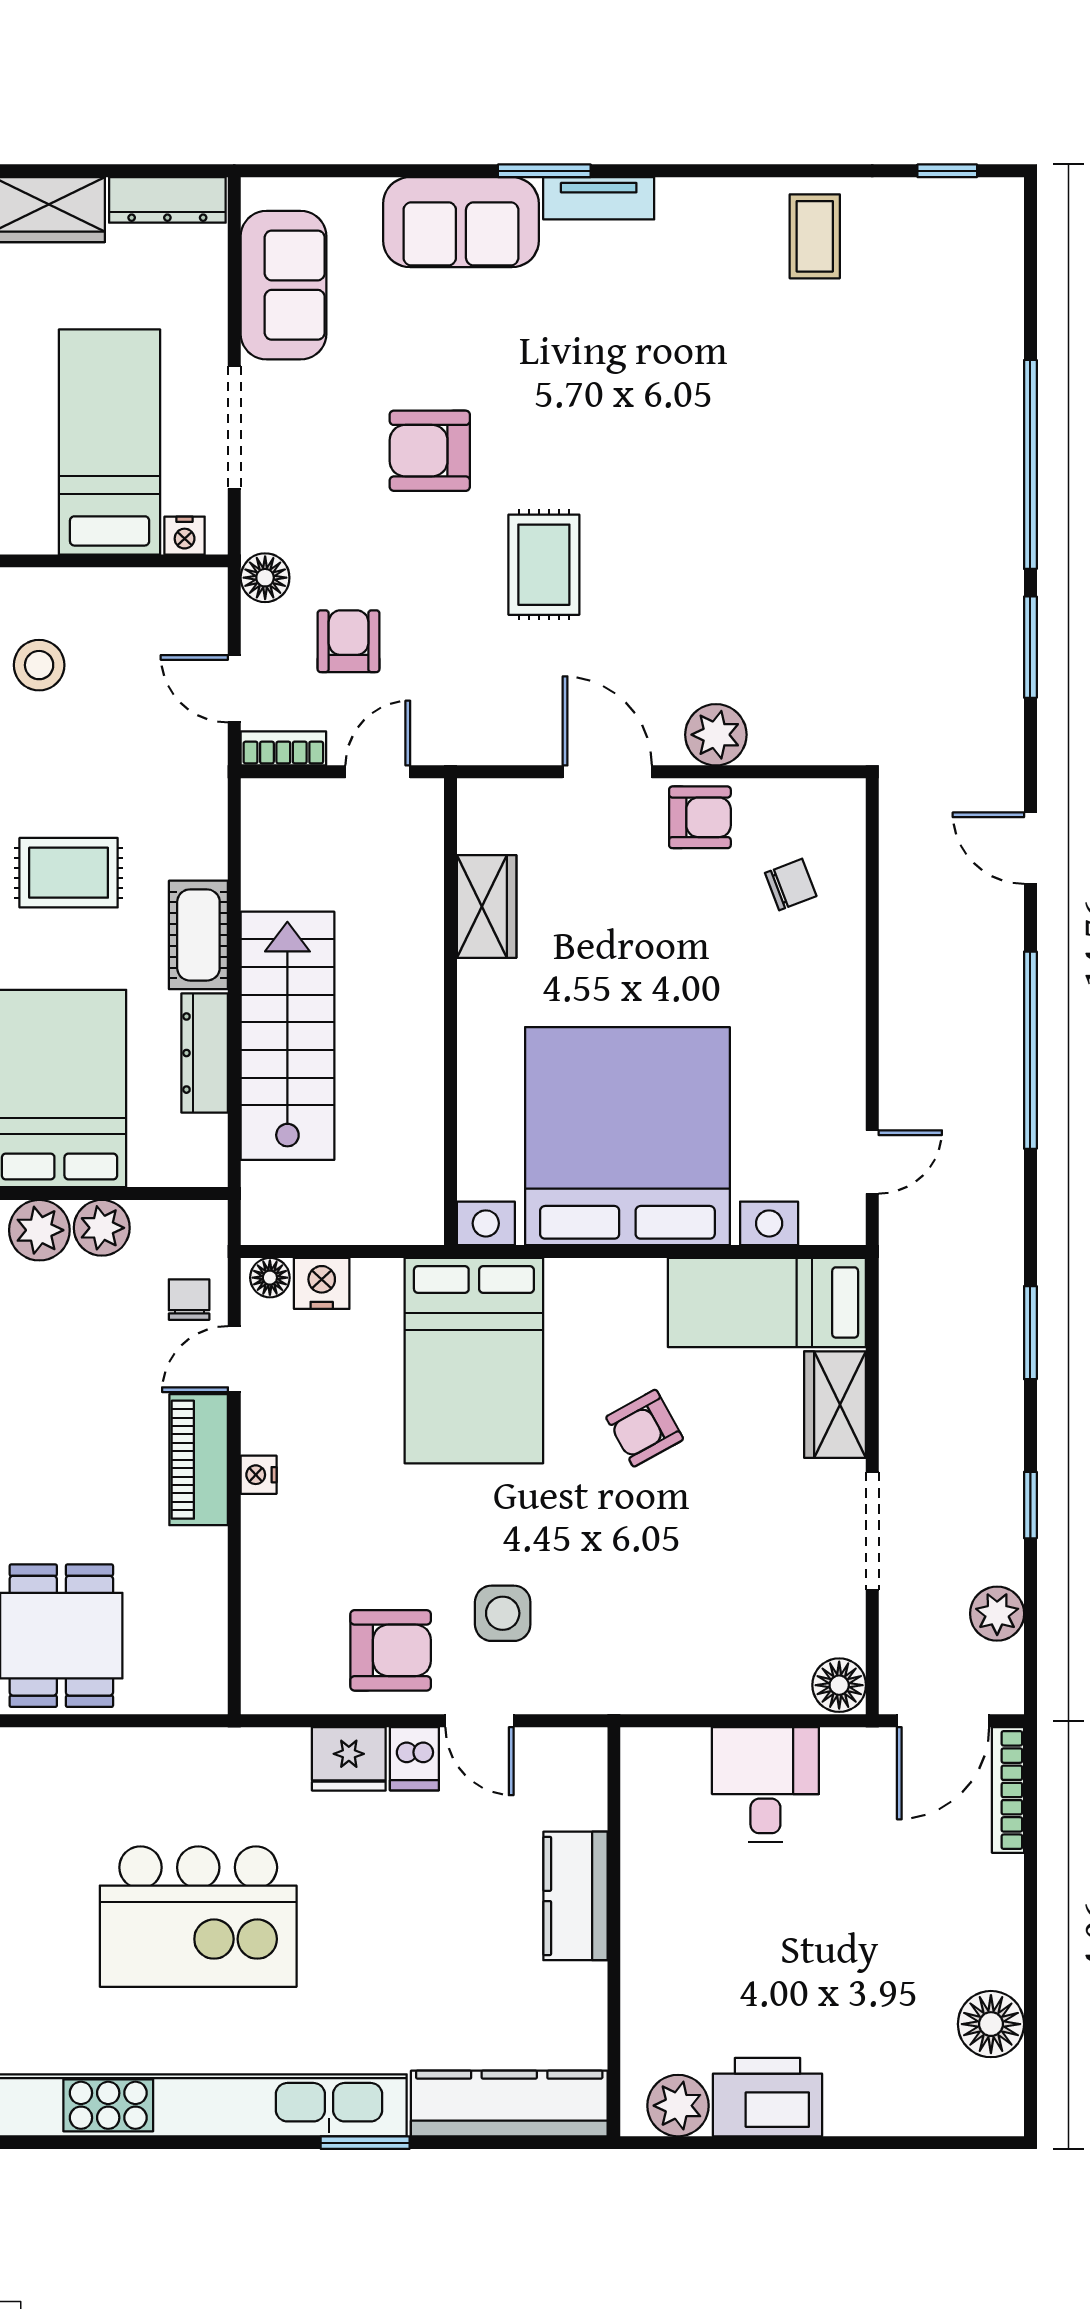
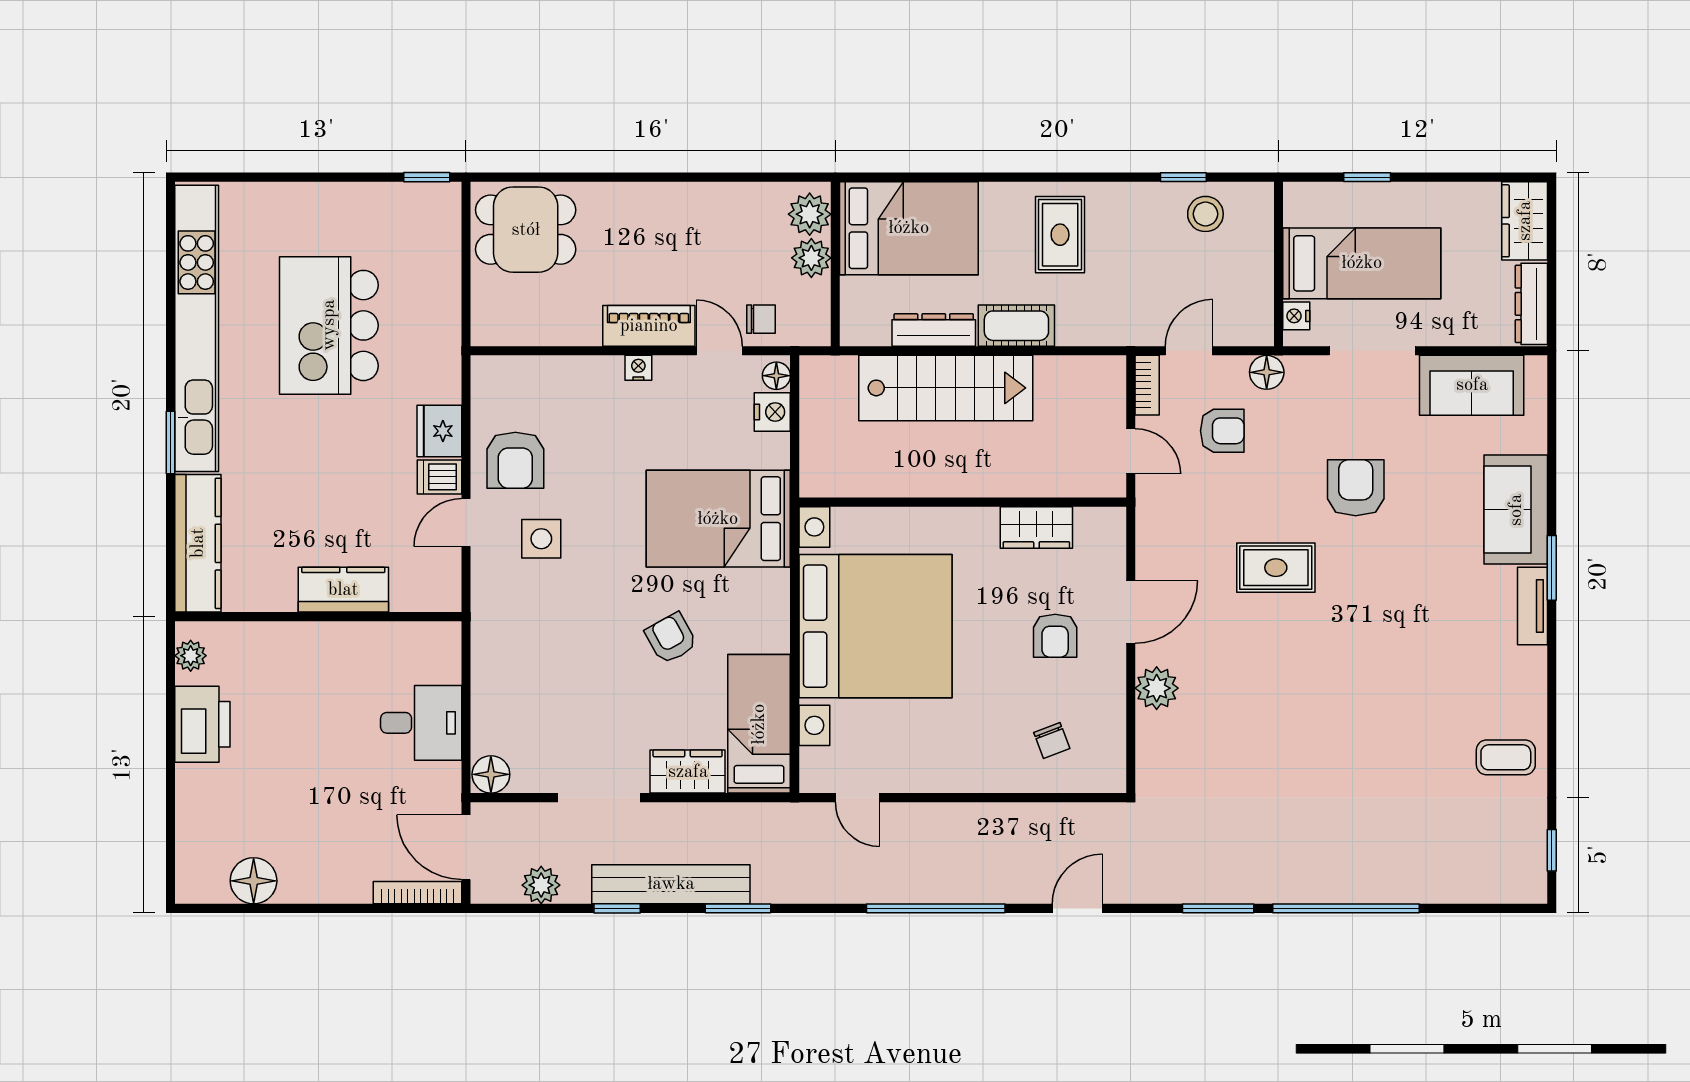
armchair: (700, 817) -> (1055, 636), moved
bench: (996, 1428) -> (671, 884), added
plant: (678, 2106) -> (191, 656), width x0.73, depth x0.73

